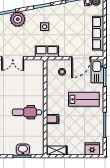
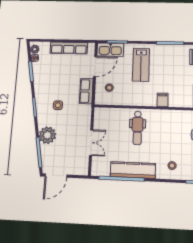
row of seats: (47, 51) -> (86, 91), moved
door: (81, 58) -> (95, 67), hinge flipped
lab bench: (84, 99) -> (141, 65), turned 180
dental chair: (27, 112) -> (137, 128), moved

